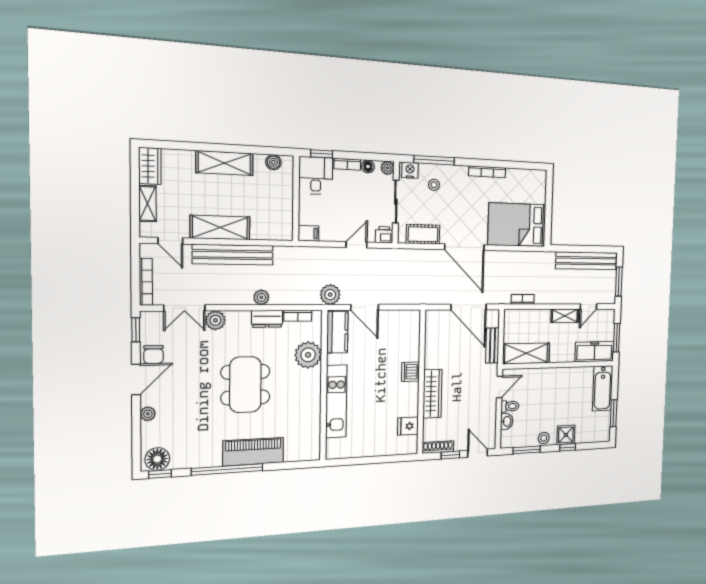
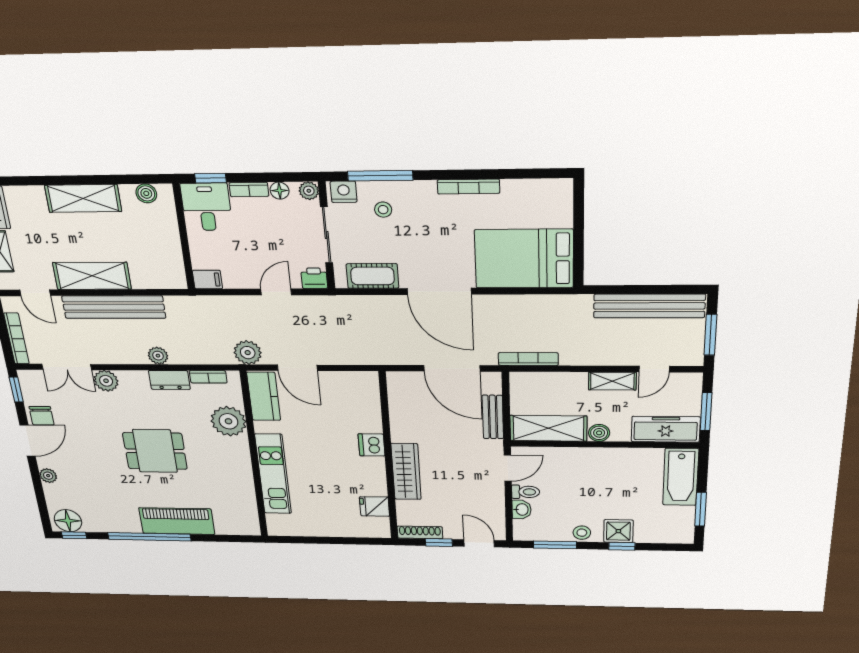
bookcase: (523, 299) -> (528, 359), width x1.56
boiler: (556, 356) -> (599, 433), added
dining table: (245, 385) -> (155, 451), width x0.73

